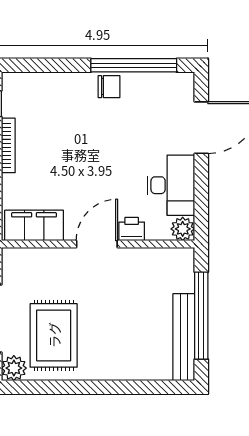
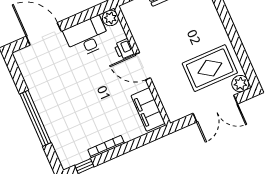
window: (134, 65) -> (35, 118), moved
chair: (109, 87) -> (43, 101), removed

